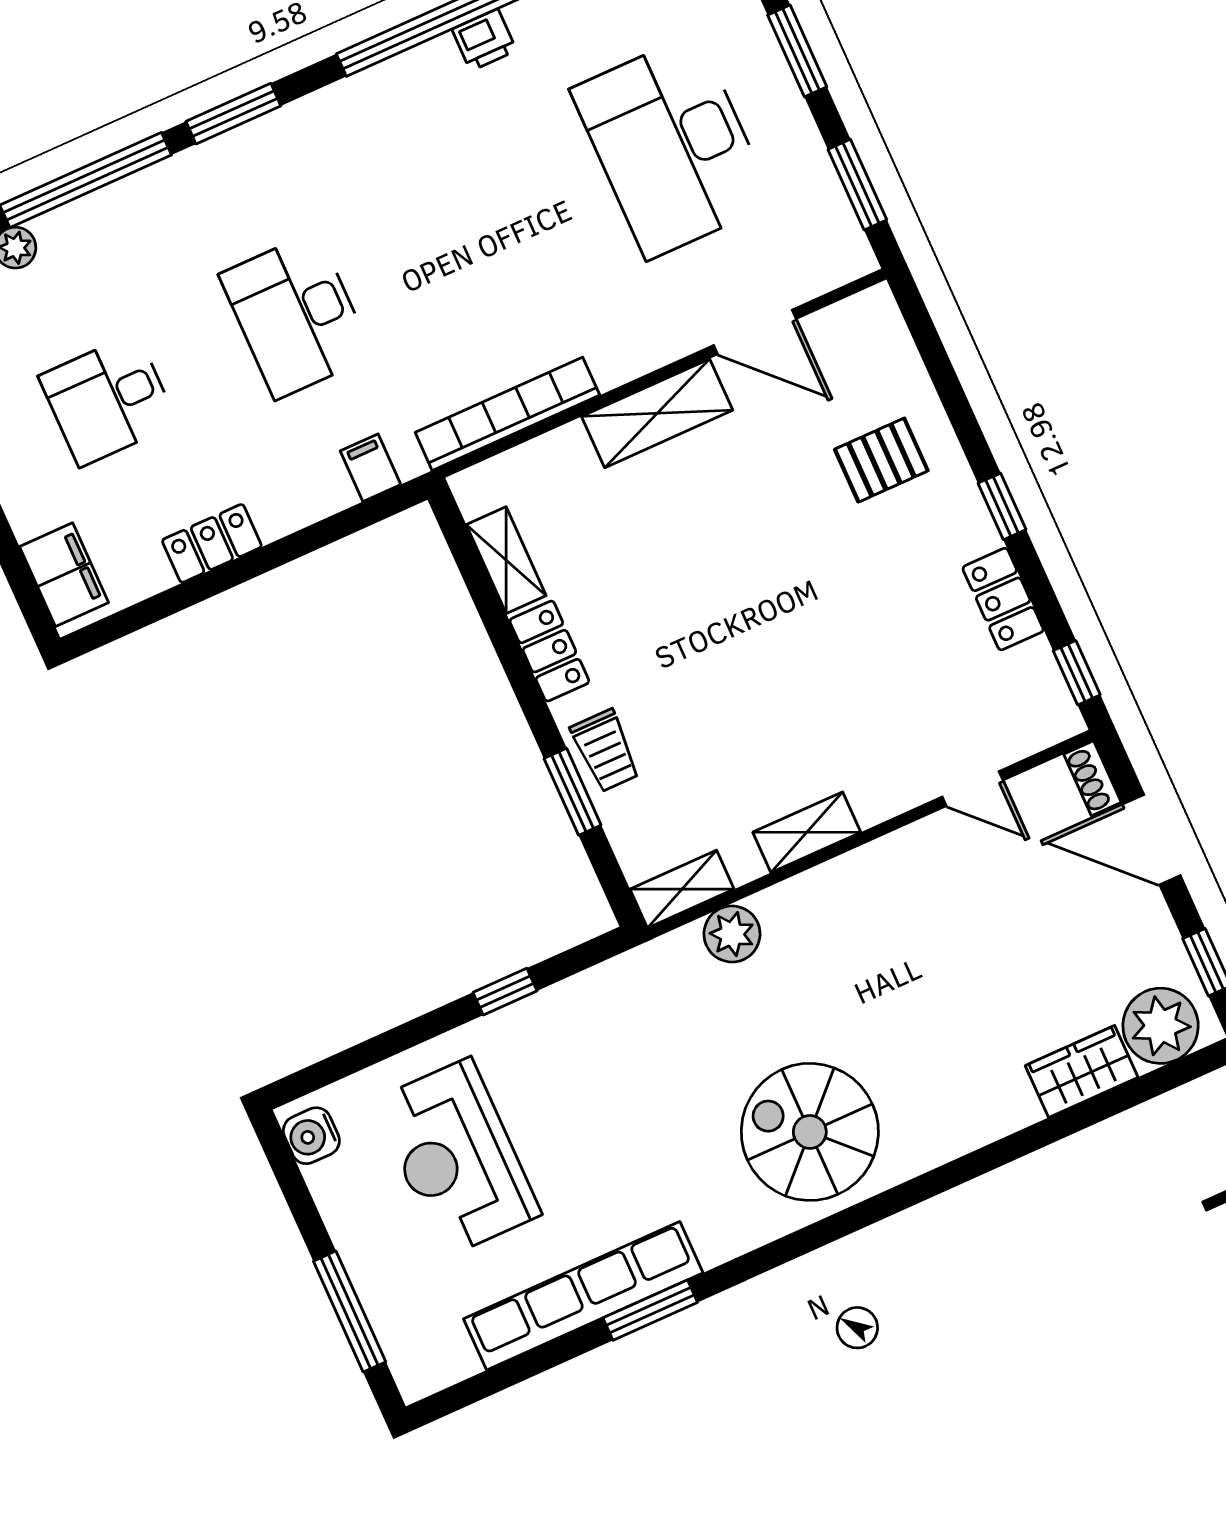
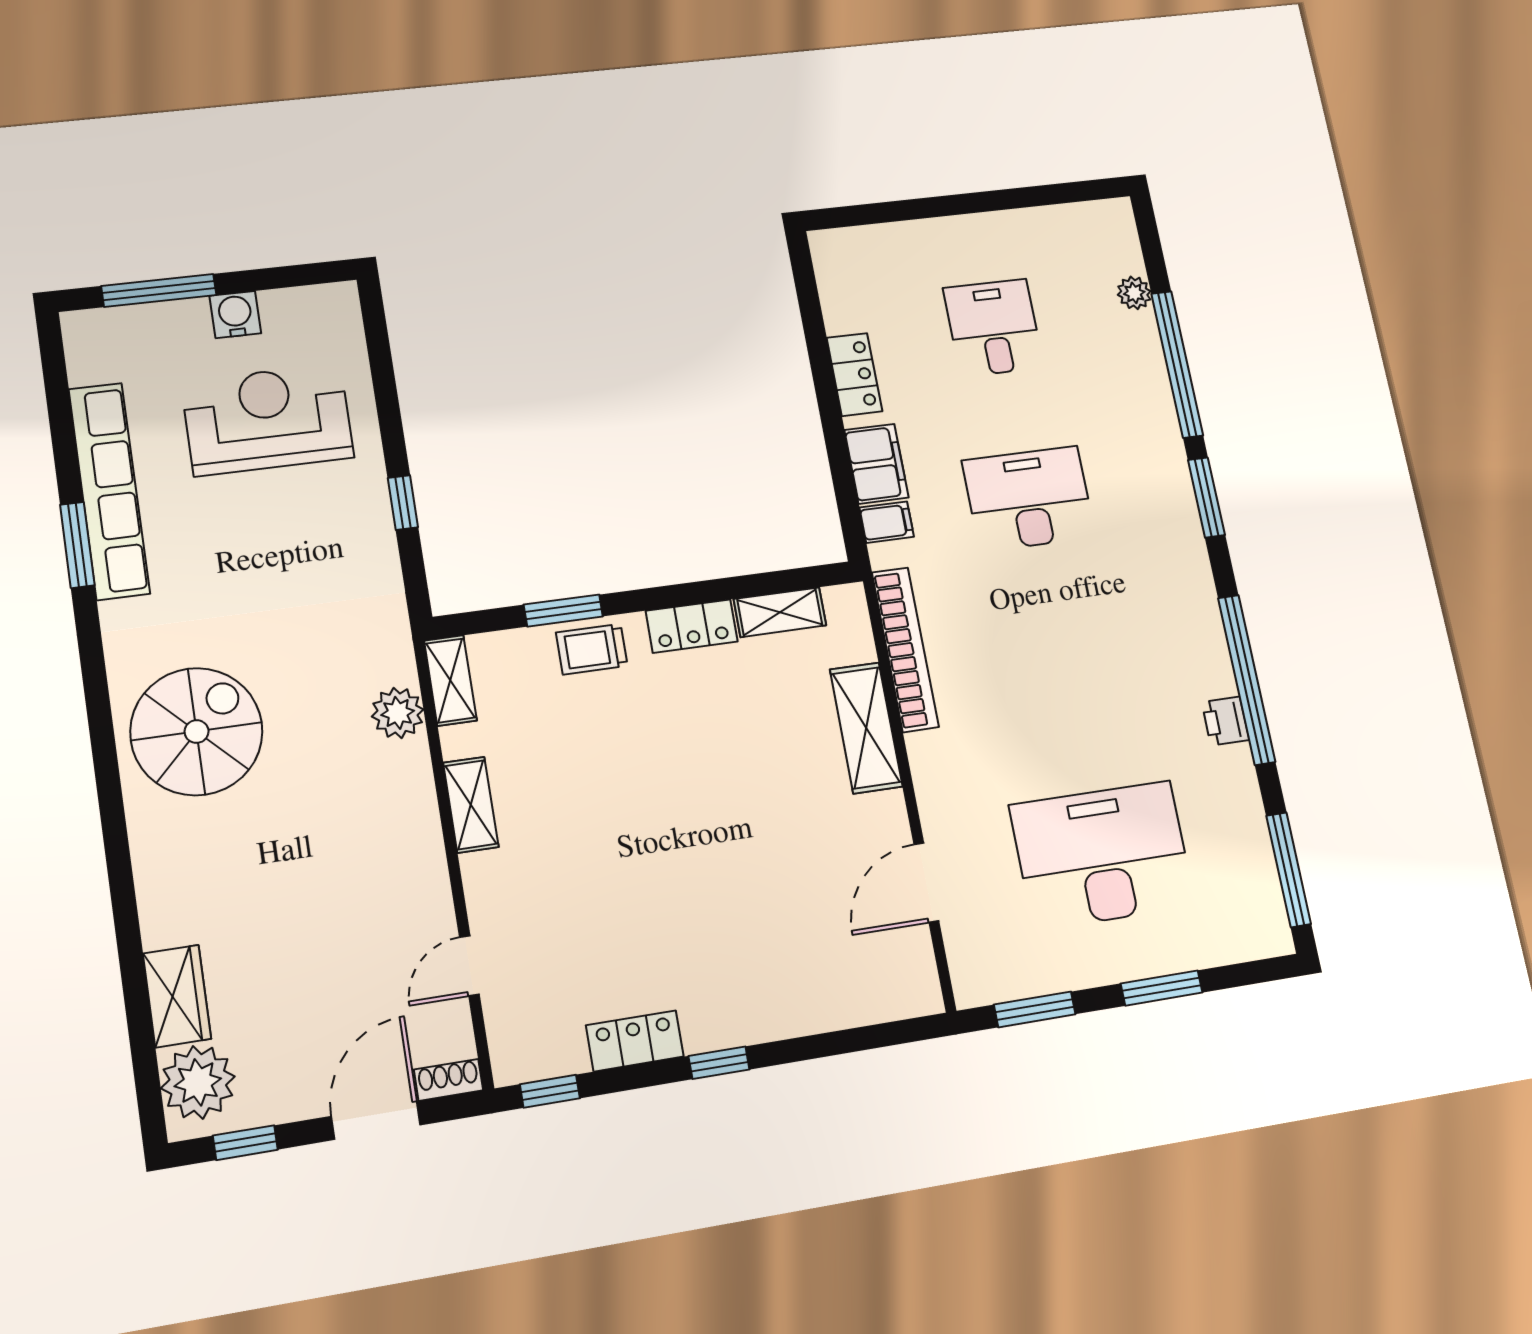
shelving: (657, 413) -> (866, 728), moved
pallet: (881, 460) -> (787, 964), removed
filing cabinet: (64, 575) -> (876, 464), moved, turned -90
water cooler: (311, 1136) -> (235, 315), moved

